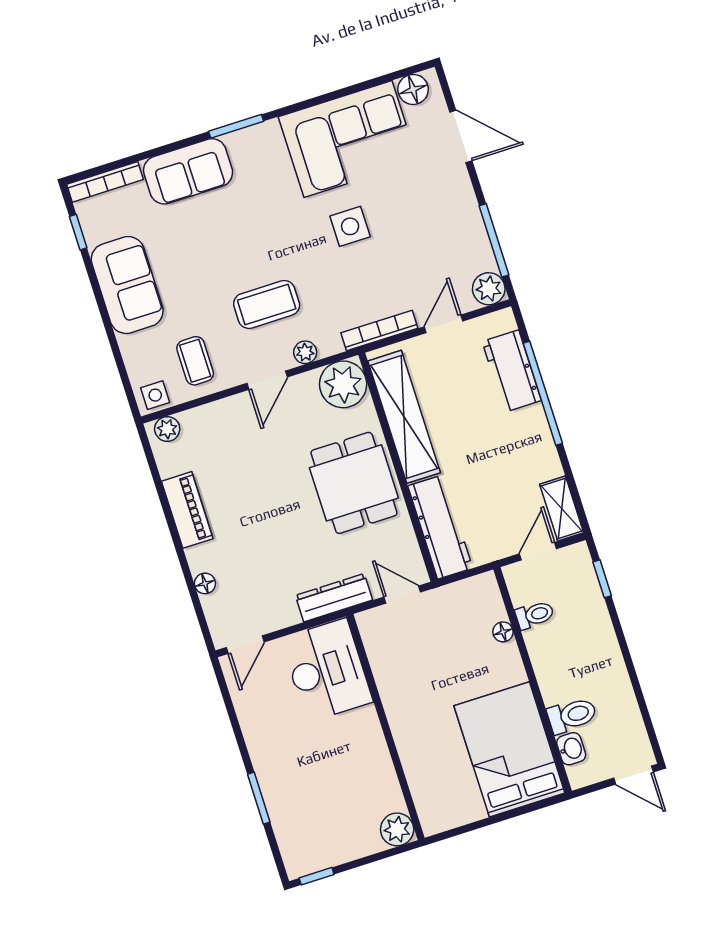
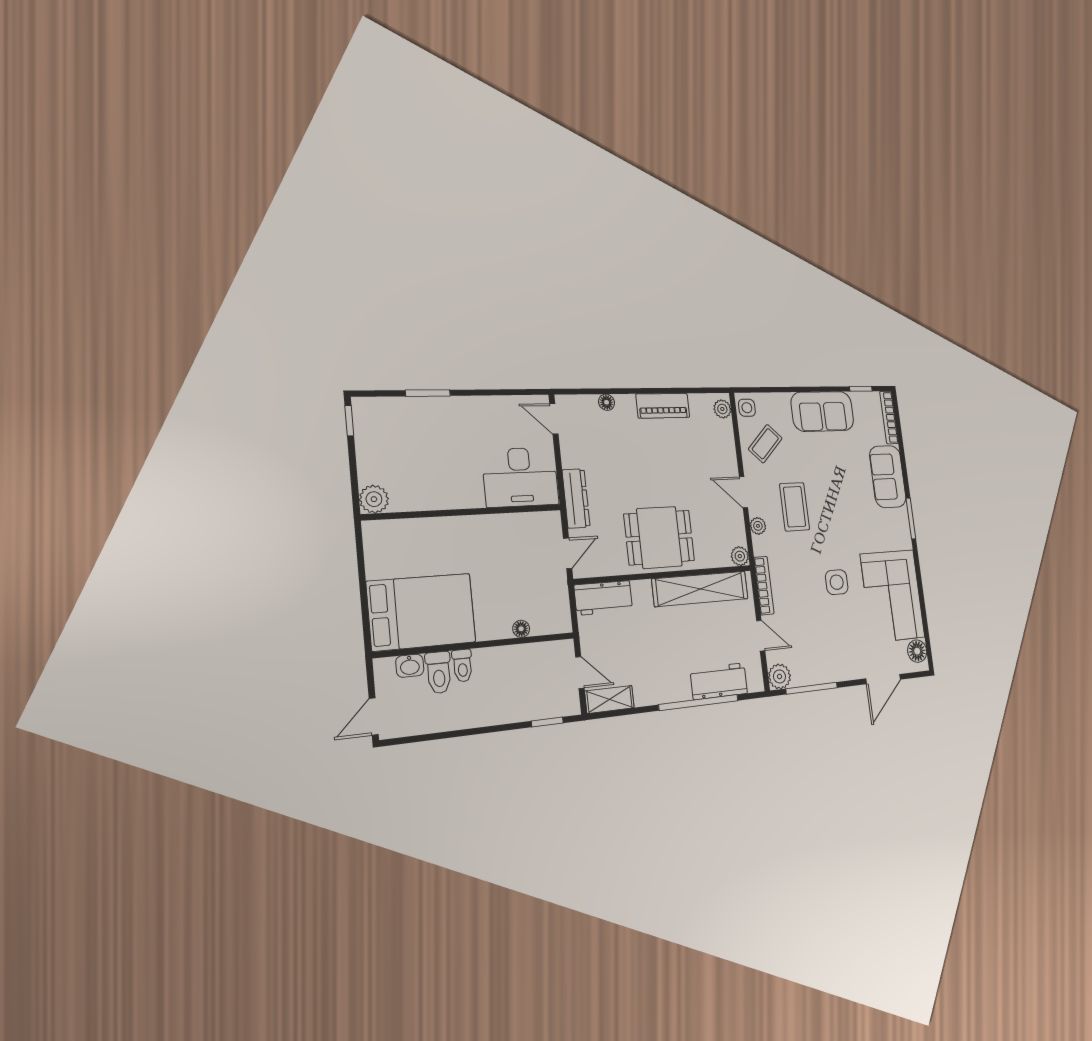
coffee table: (195, 361) -> (765, 444), turned -45
plant: (343, 384) -> (740, 556), width x0.53, depth x0.53
workbench: (440, 527) -> (603, 598), width x0.73
toilet: (535, 615) -> (462, 666), moved

